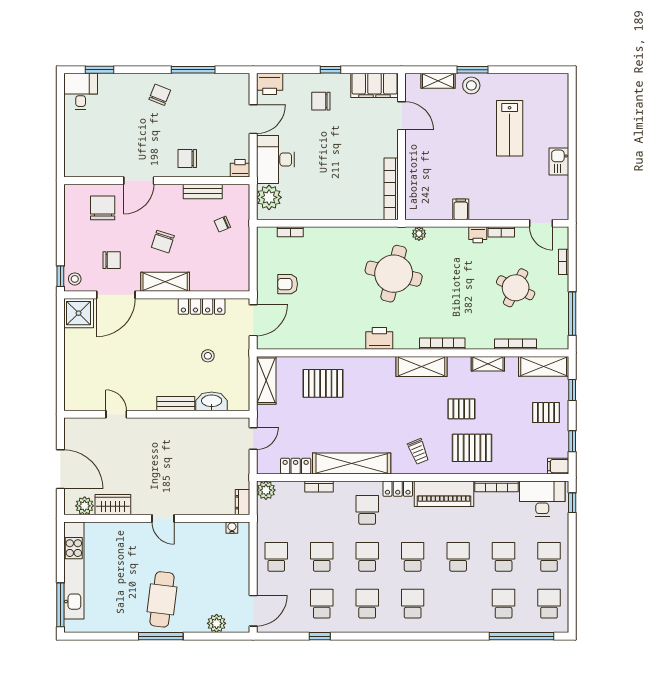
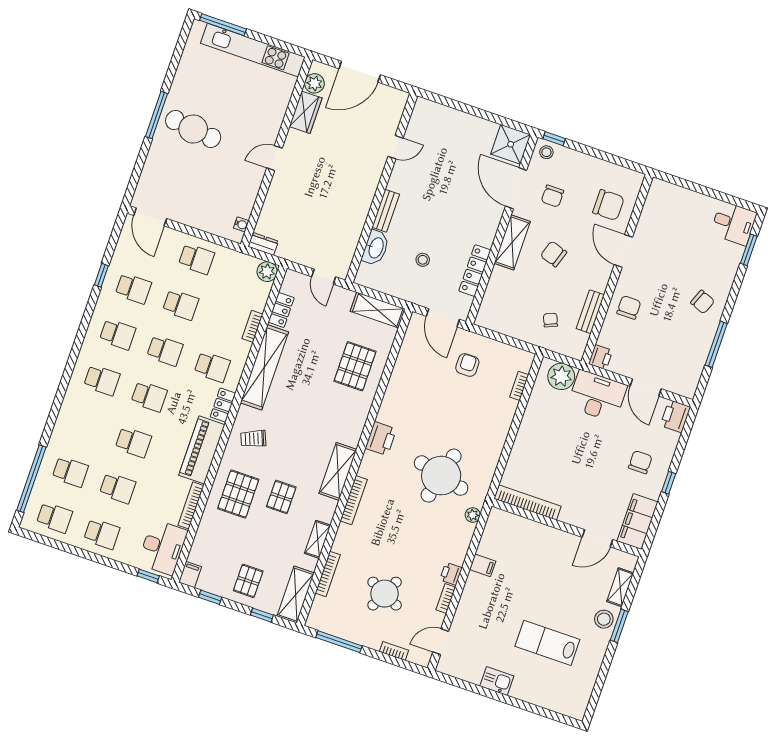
plant: (217, 623) -> (150, 176), removed

